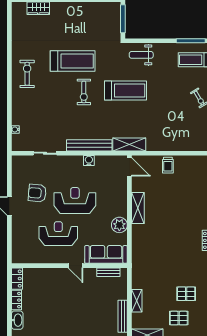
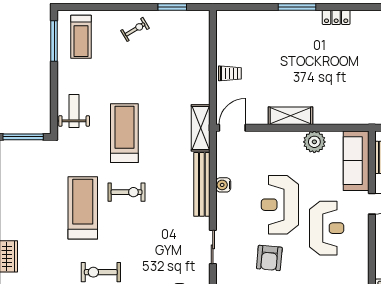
weight bench: (141, 55) -> (74, 111), turned 180
reception desk: (58, 234) -> (327, 228), turned 180

